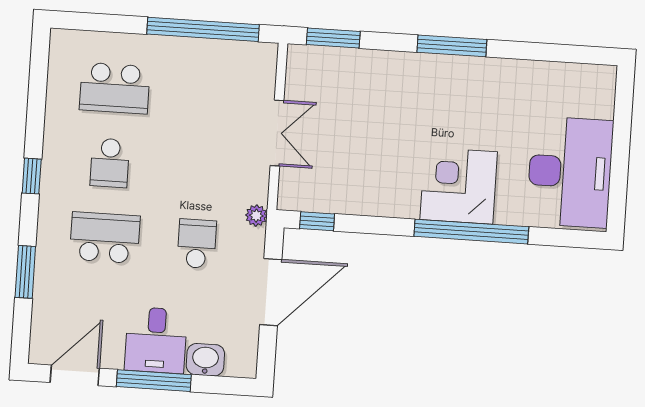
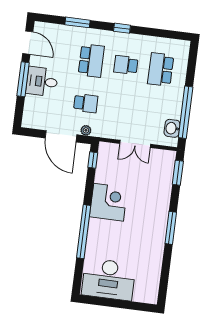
corner desk: (459, 186) -> (109, 202), moved
plant: (256, 216) -> (86, 130), moved
washbasin: (205, 360) -> (172, 128), moved, turned 180

